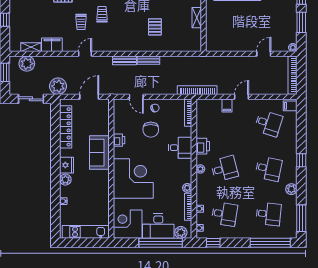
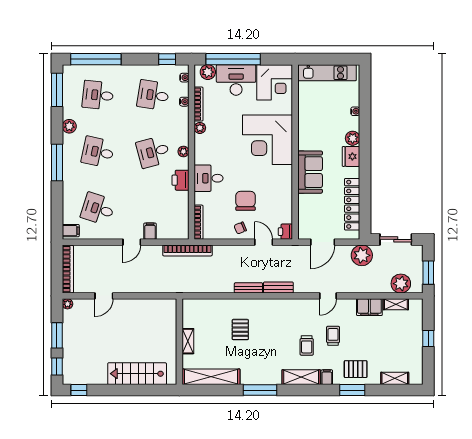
printer: (119, 140) -> (285, 232), moved
window: (301, 160) -> (57, 162), width x2.17

